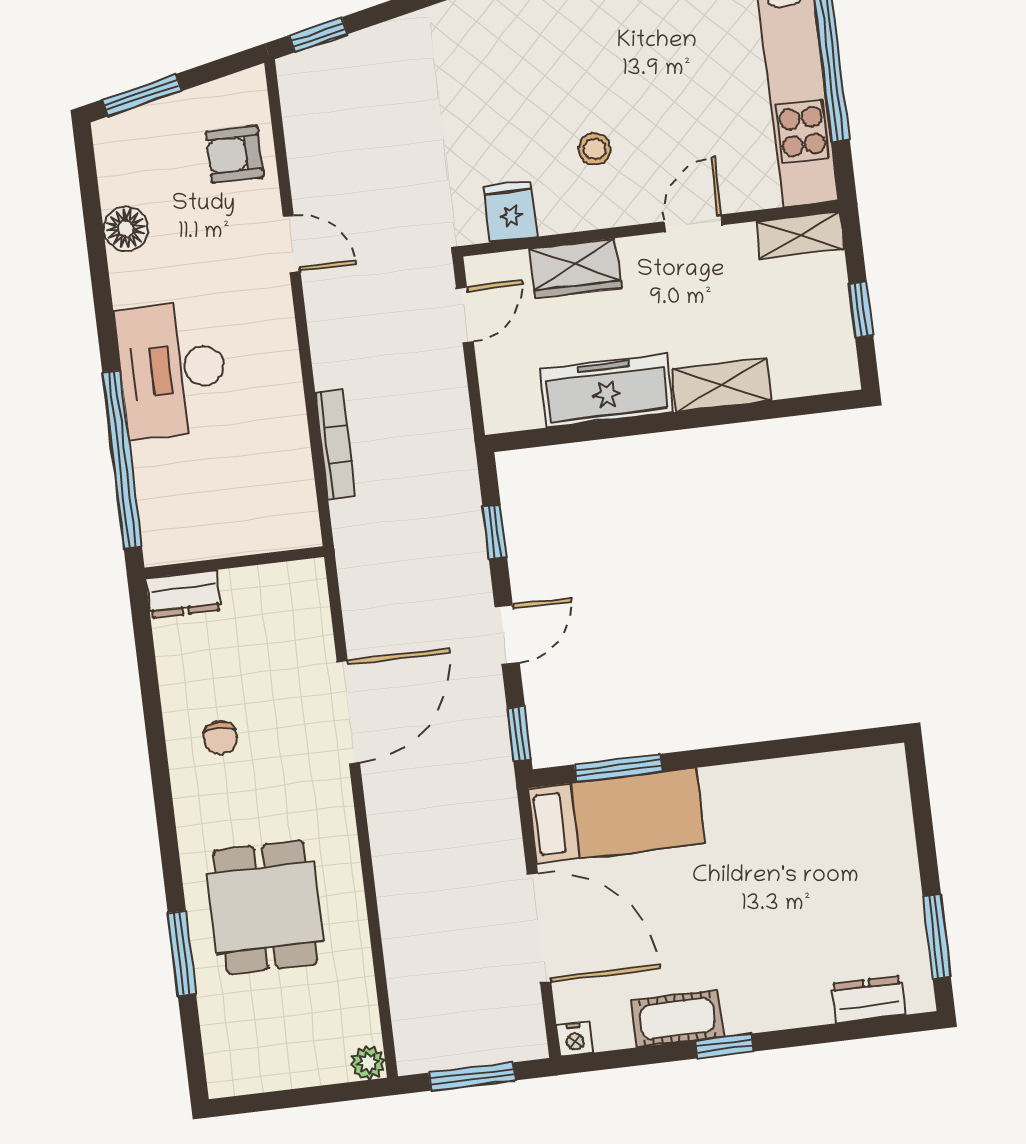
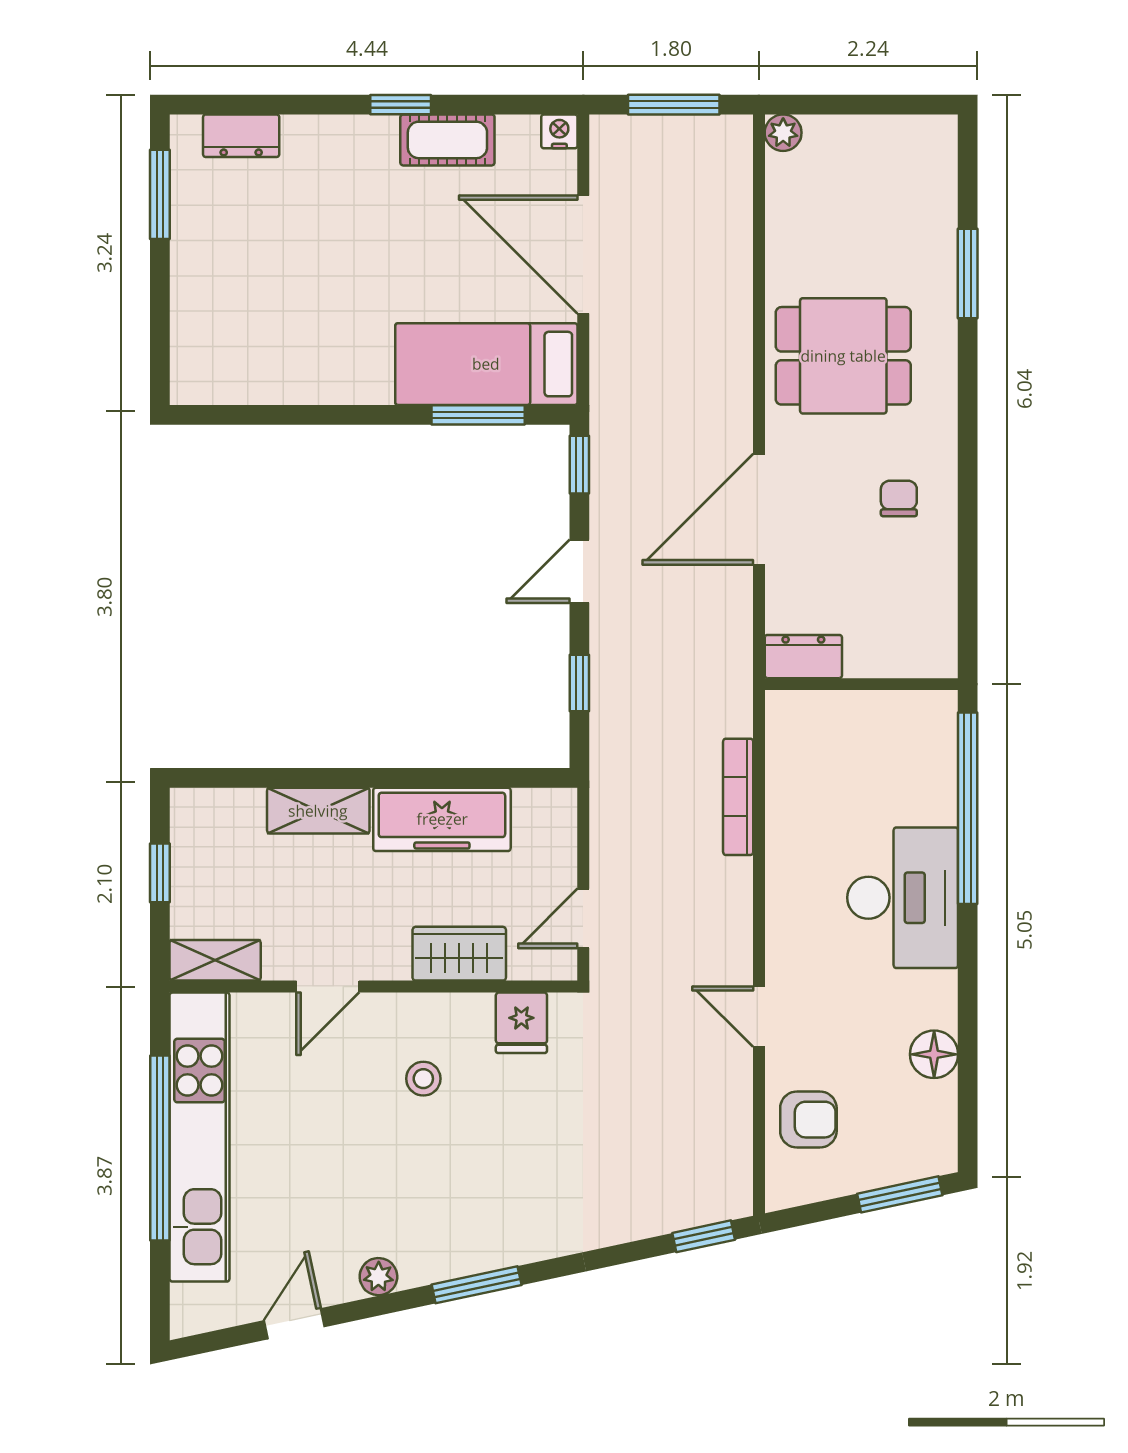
dresser: (184, 594) -> (803, 657), moved
dining table: (265, 907) -> (843, 356), moved, turned 90

